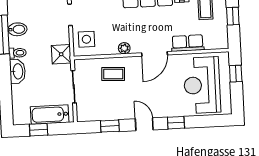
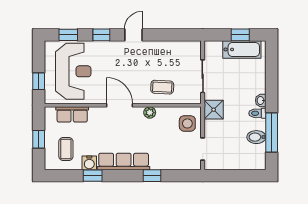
row of seats: (188, 43) -> (72, 114), moved
door: (155, 54) -> (119, 105), hinge flipped
washbasin: (18, 71) -> (261, 100), width x0.52, depth x0.69
bathtub: (50, 115) -> (242, 49), moved
door: (144, 124) -> (133, 35), swing flipped
window: (110, 126) -> (68, 35), moved

